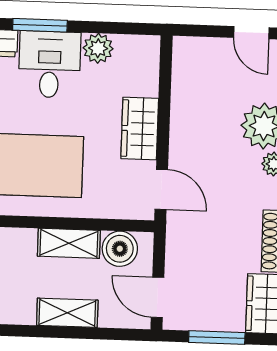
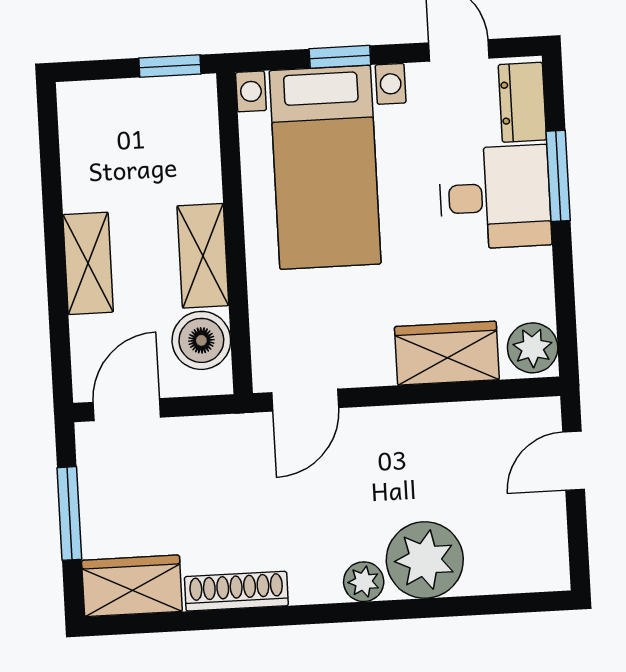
door: (251, 33) -> (574, 461), moved
plant: (98, 48) -> (533, 348), moved
wardrobe: (140, 128) -> (447, 353), moved

